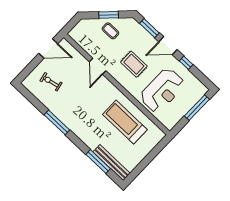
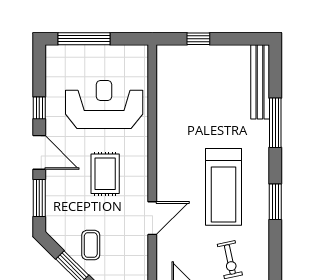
window: (57, 122) -> (275, 202), width x0.69
treadmill: (125, 122) -> (224, 187), moved
window: (153, 154) -> (198, 39), added
window: (98, 161) -> (275, 123), moved

